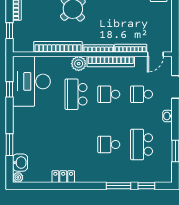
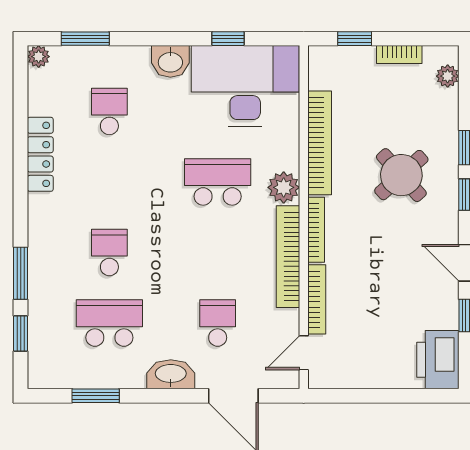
door: (155, 54) -> (304, 353), hinge flipped
school desk: (109, 94) -> (109, 111), moved
washbasin: (167, 116) -> (171, 374), width x1.91, depth x1.45
window: (10, 145) -> (85, 39), moved
washbasin: (20, 163) -> (170, 61), moved
locker: (63, 177) -> (40, 154), width x1.53

